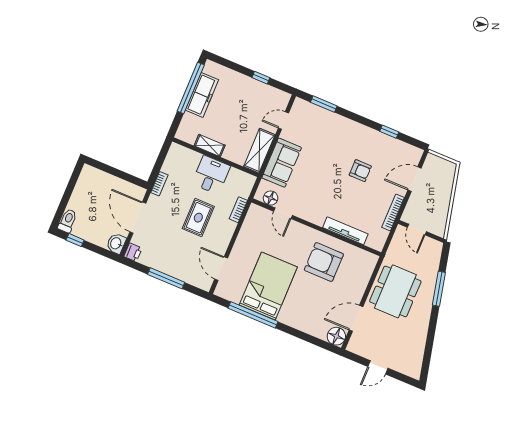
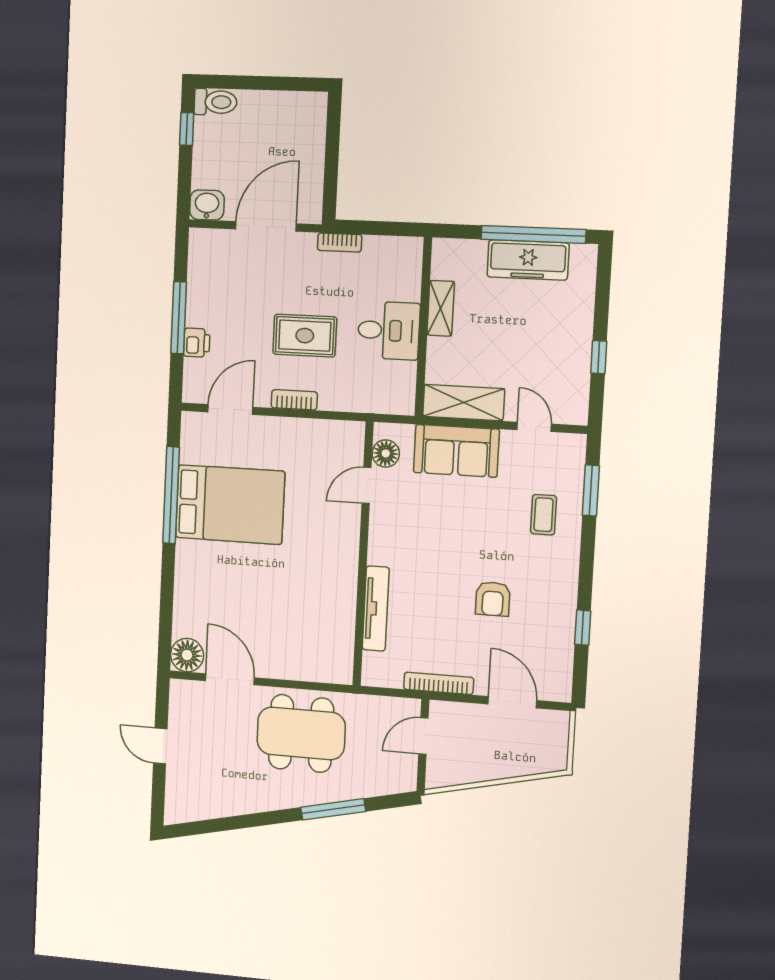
coffee table: (328, 131) -> (544, 515), added
bookcase: (238, 210) -> (294, 400), moved
printer: (133, 252) -> (197, 343), moved, turned -90
armchair: (324, 262) -> (307, 589), removed

